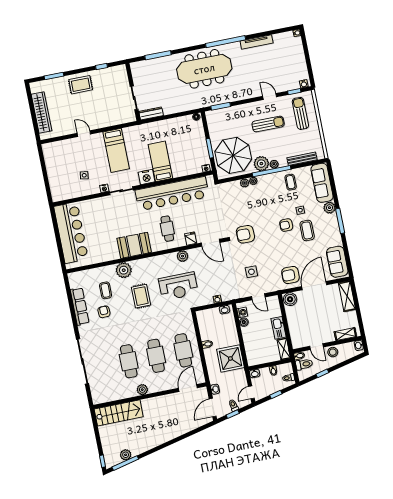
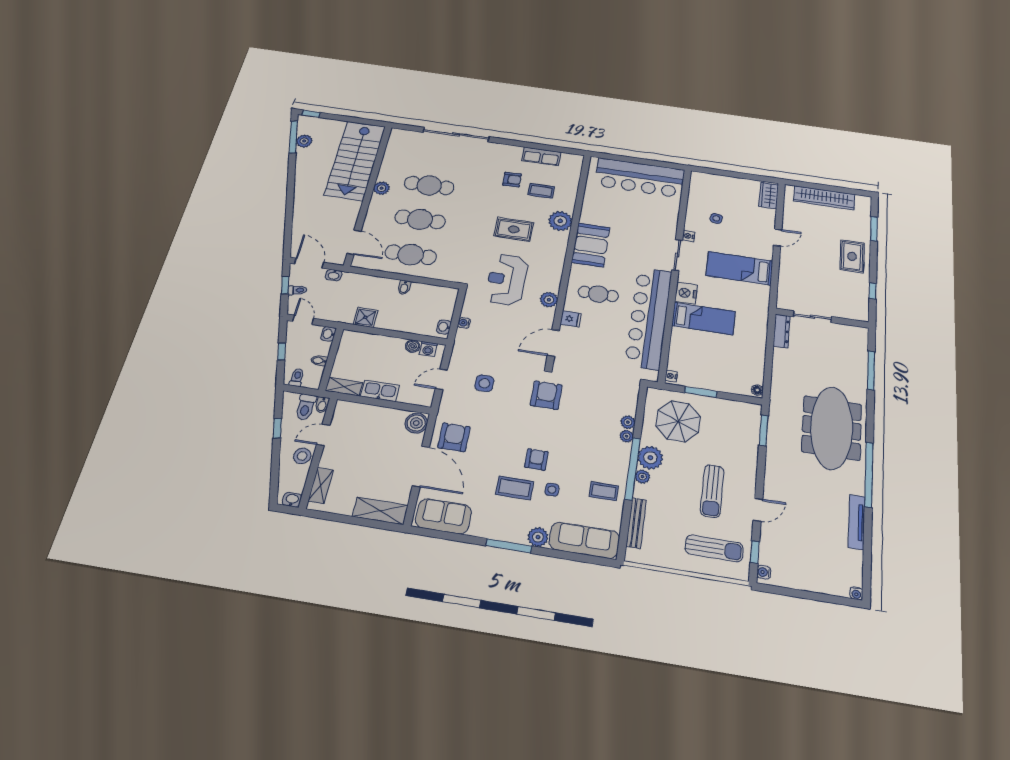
wardrobe: (53, 148) -> (769, 196), added
parasol: (233, 155) -> (678, 421), width x0.73, depth x0.73
row of seats: (80, 306) -> (541, 156), width x0.68
shower: (230, 358) -> (366, 317), width x0.54, depth x0.54
stairs: (119, 413) -> (355, 160), width x1.36, depth x1.51

